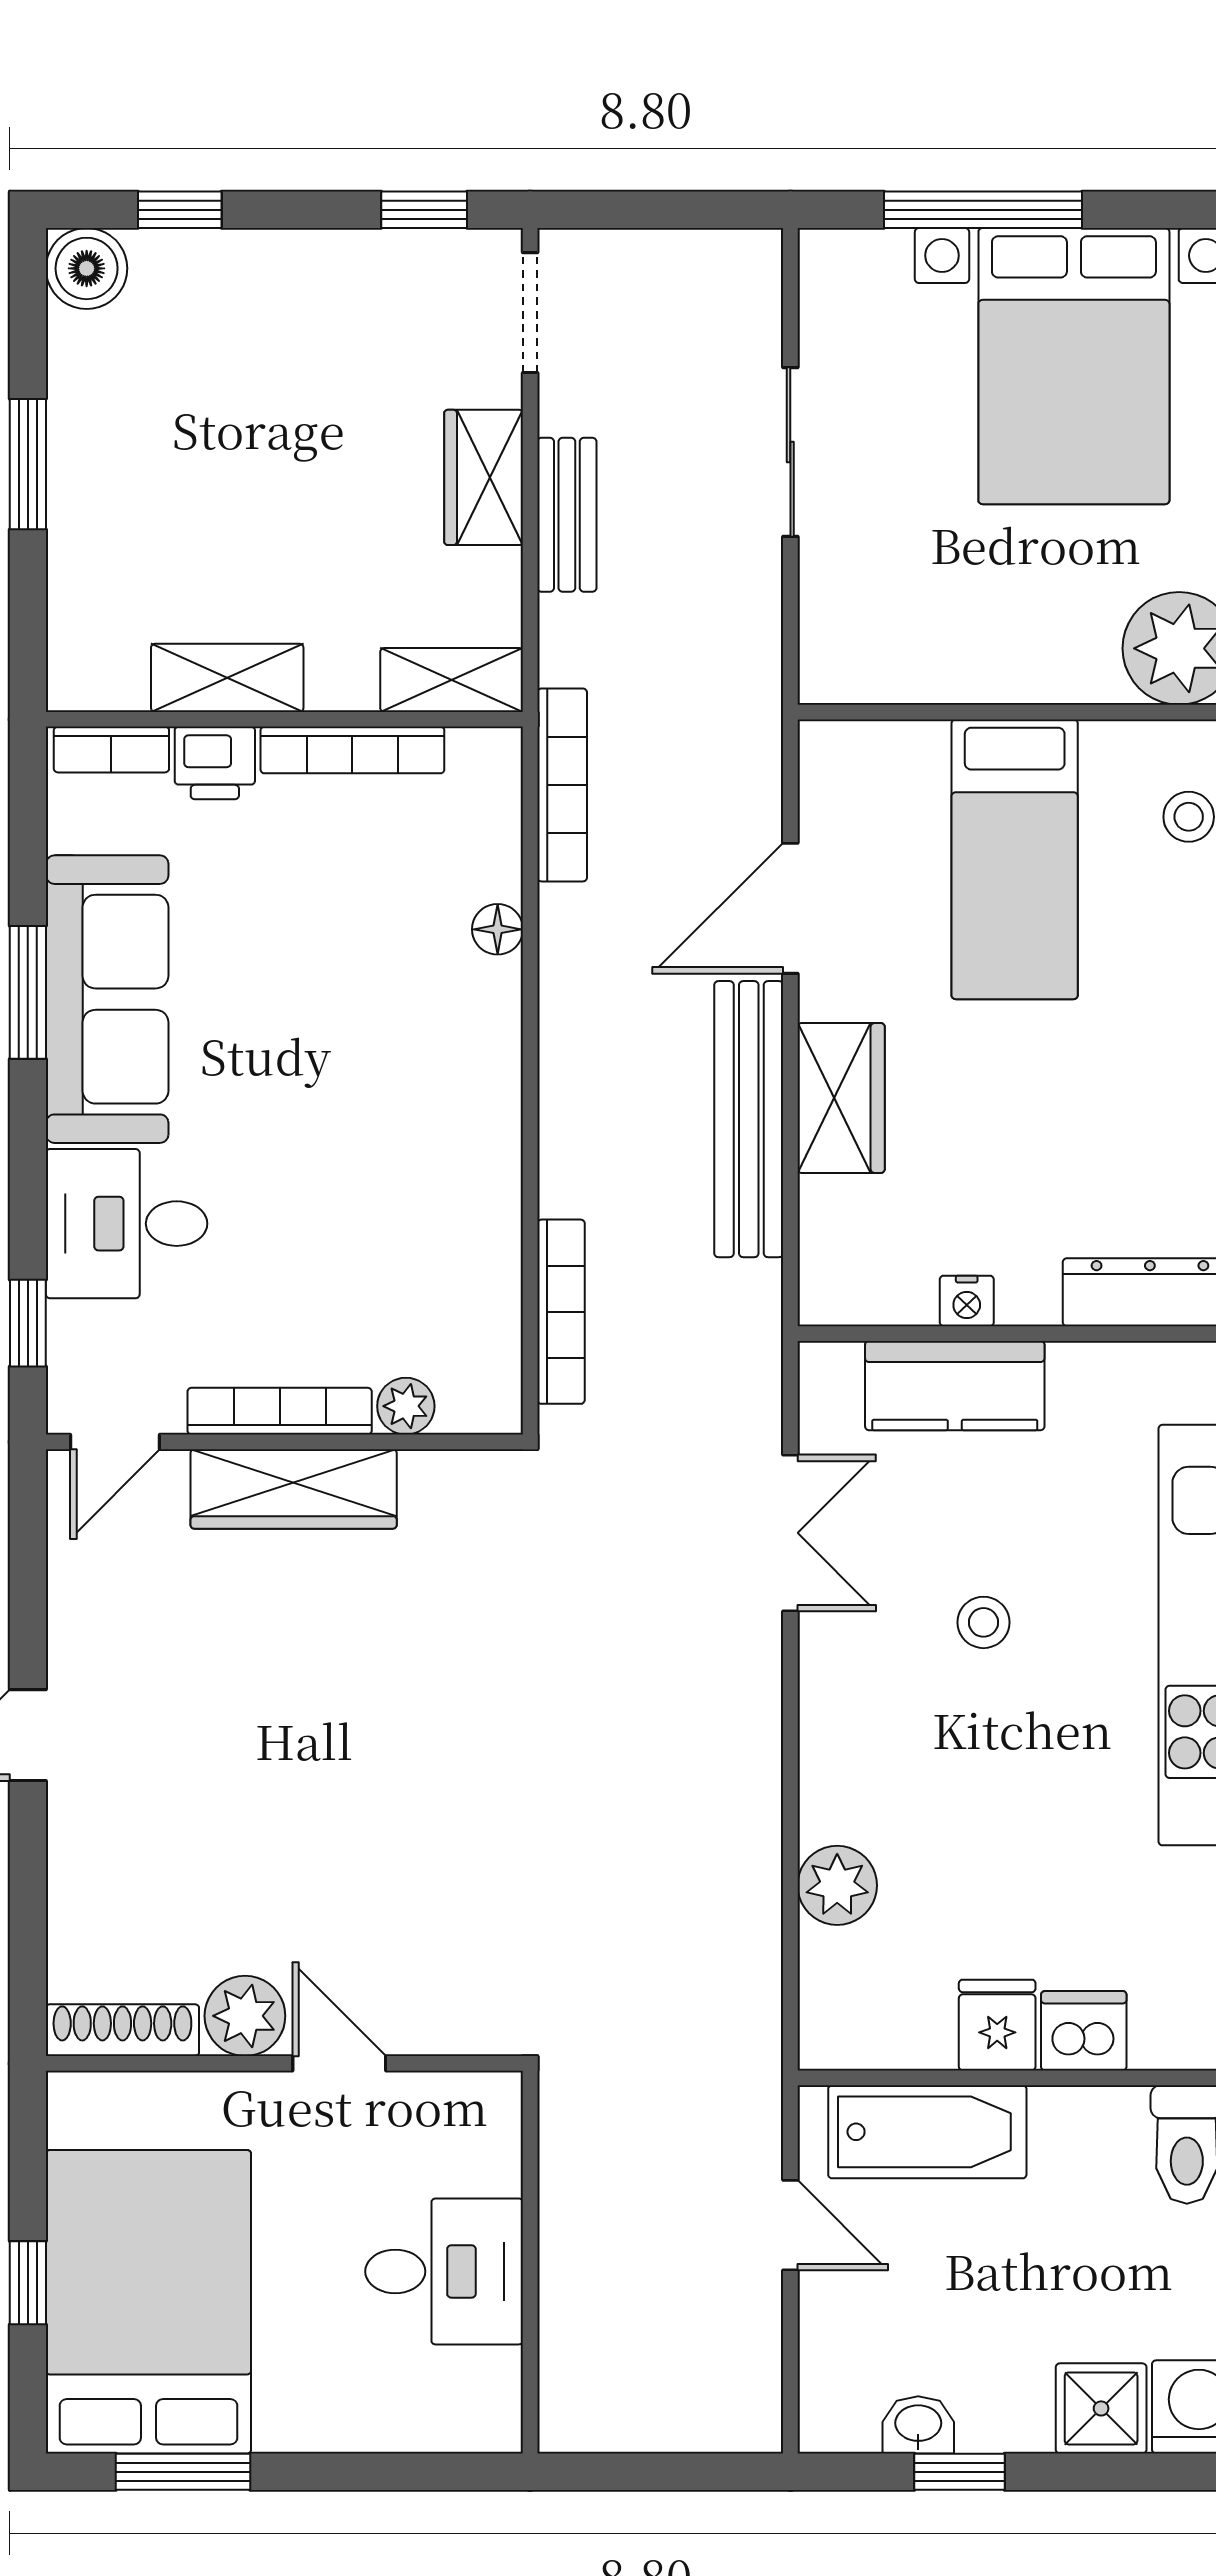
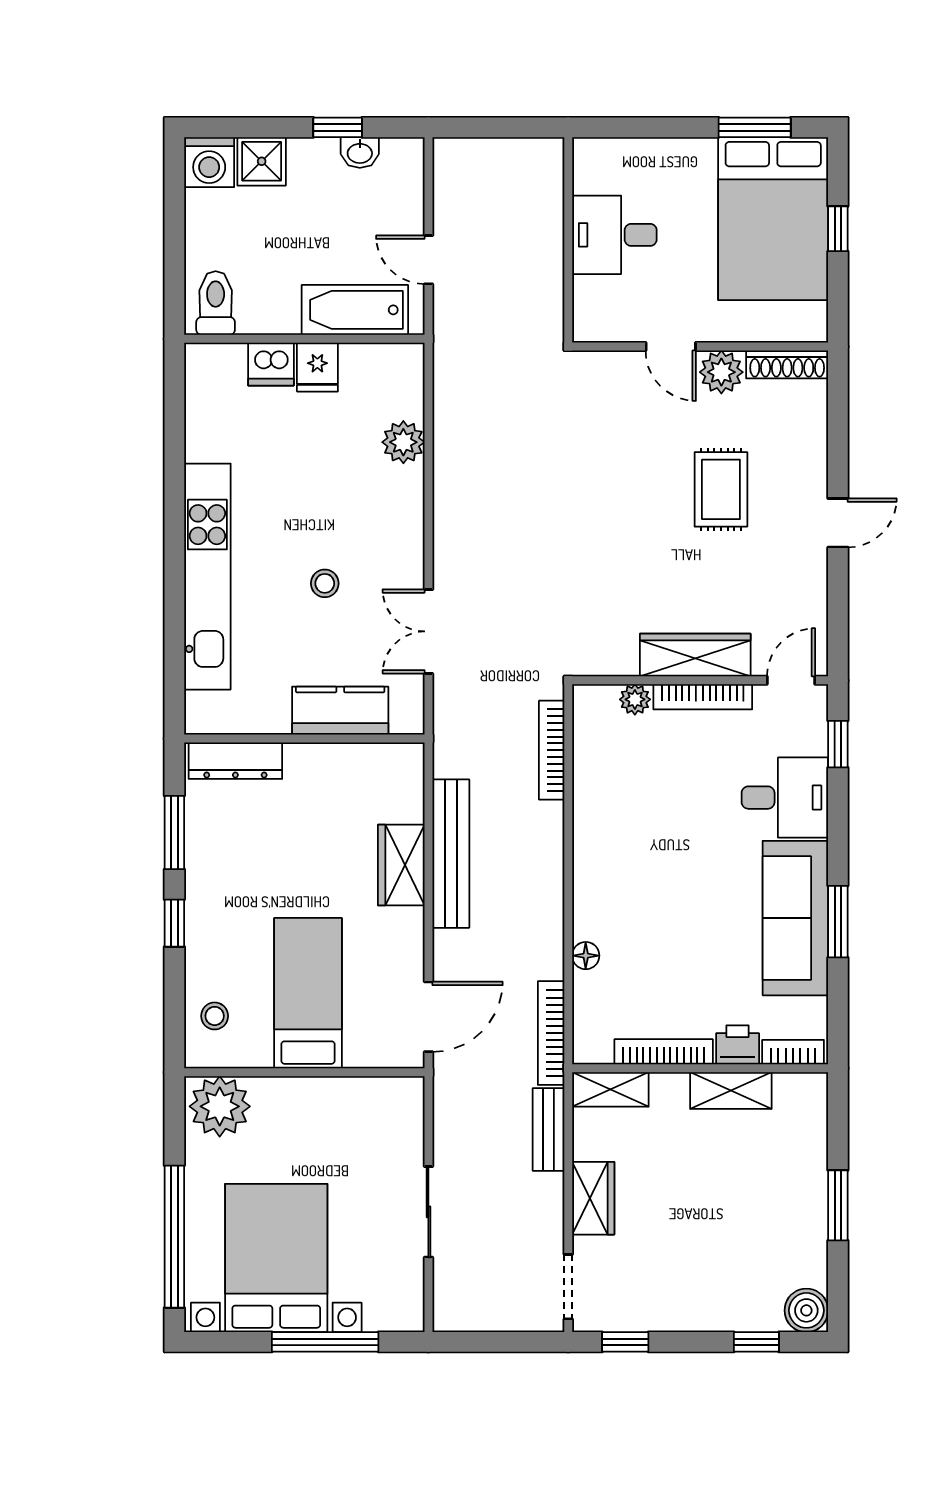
bench: (567, 515) -> (549, 1129), moved
door: (790, 908) -> (428, 1017), moved
nightstand: (967, 1301) -> (334, 756), removed
rug: (246, 1797) -> (721, 489), added

